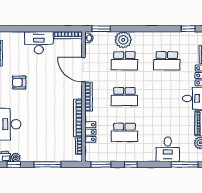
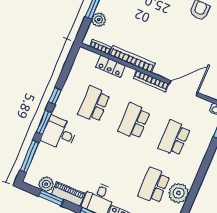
plant: (123, 40) -> (178, 193), moved
desk: (168, 149) -> (59, 133), moved
plant: (59, 156) -> (99, 20), added
window: (101, 164) -> (44, 122), moved

